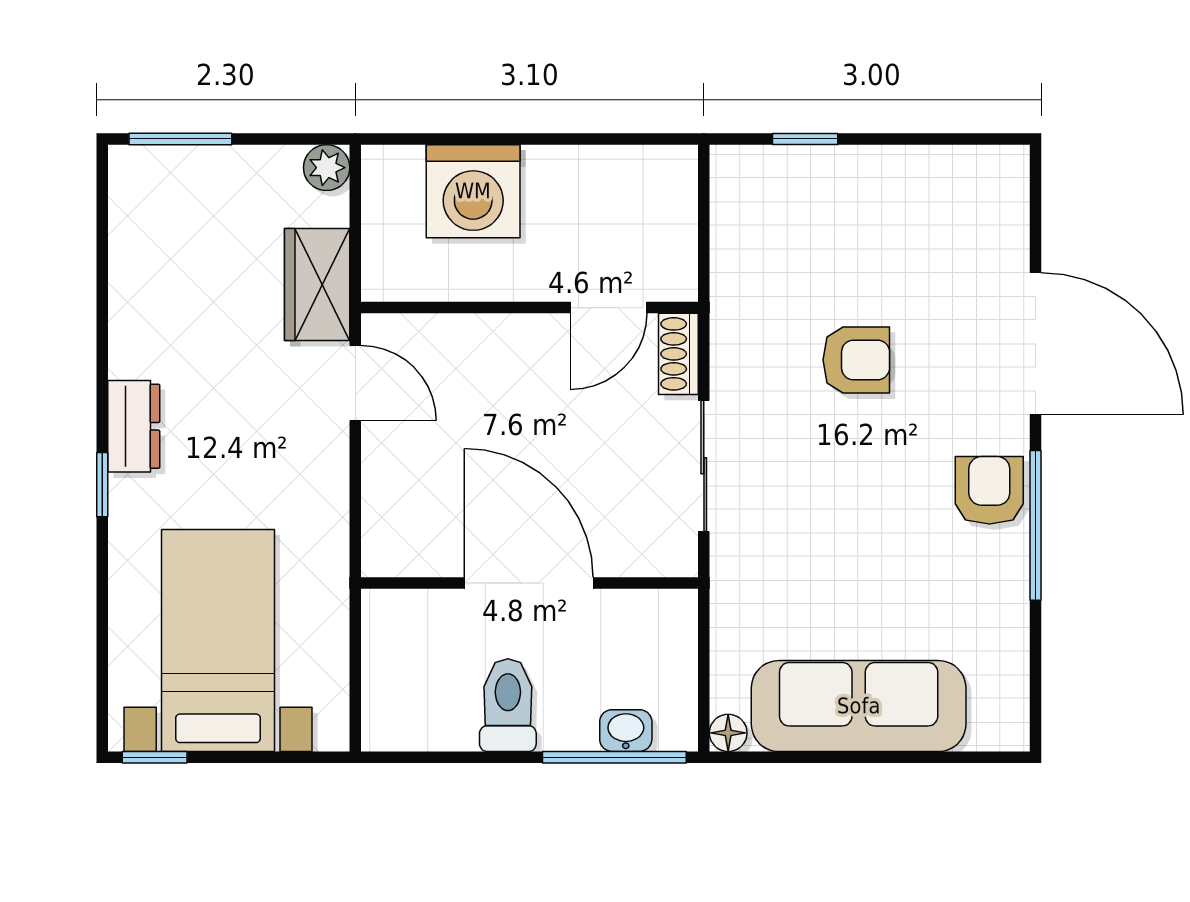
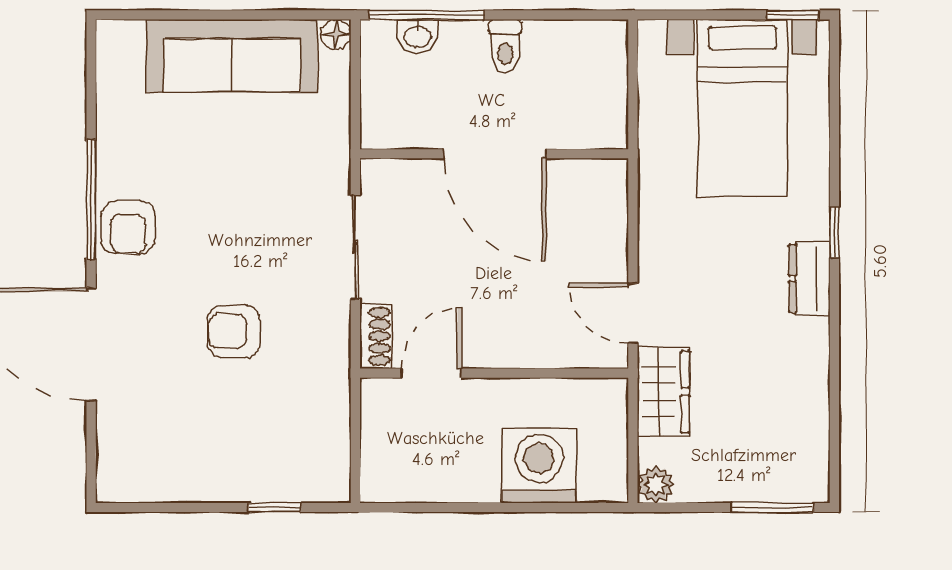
toilet: (508, 705) -> (505, 46), width x0.73, depth x0.72

